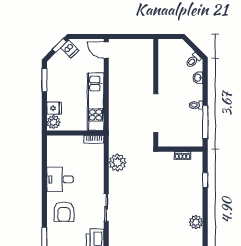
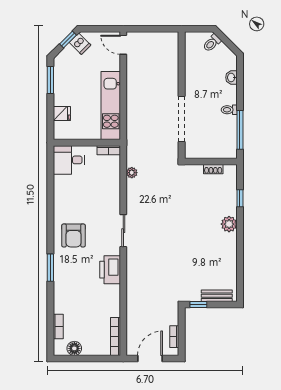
toilet: (193, 60) -> (212, 43), moved
plant: (54, 122) -> (61, 130), removed
plant: (118, 163) -> (132, 173), width x0.53, depth x0.53
desk: (60, 179) -> (69, 160), moved
plant: (196, 222) -> (229, 224), moved

